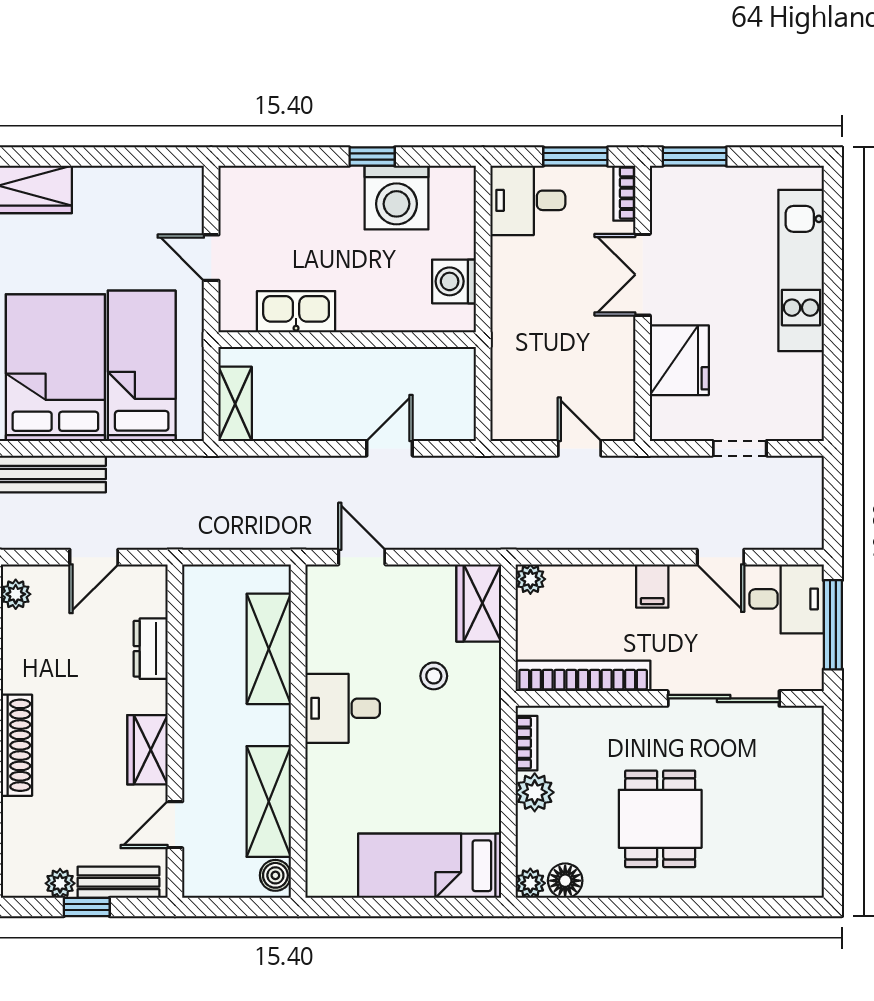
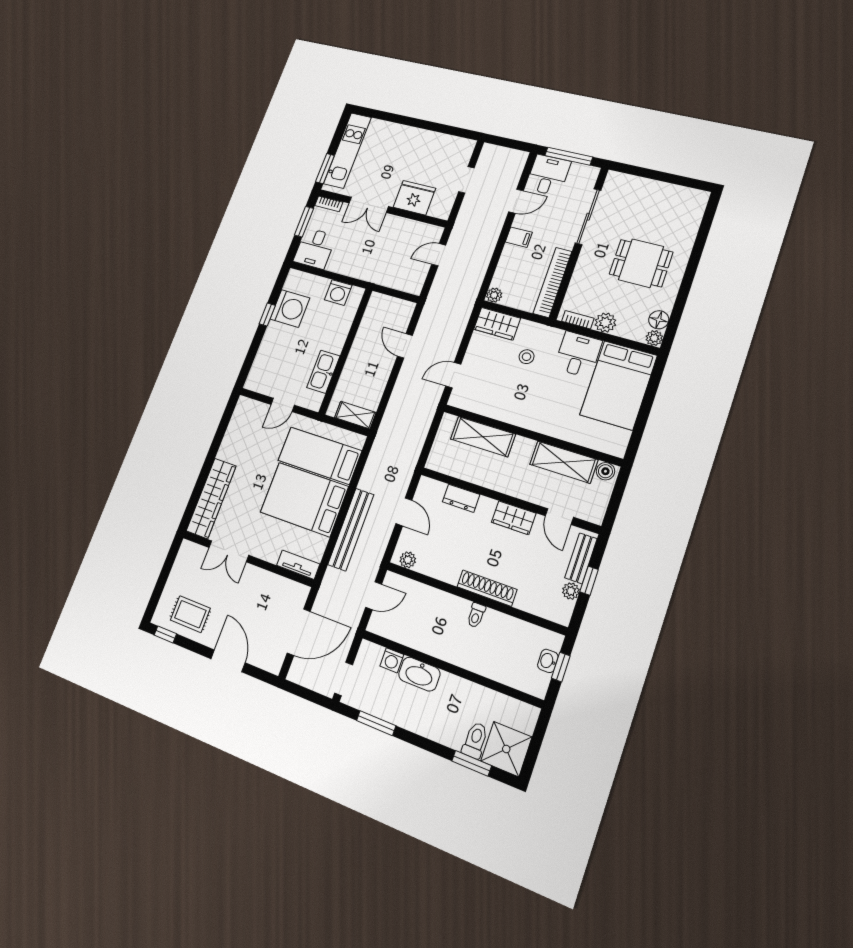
kitchen unit: (801, 270) -> (347, 150), moved, turned -90
desk: (343, 708) -> (578, 354), moved, turned 180
bed: (430, 866) -> (618, 385), width x1.50

